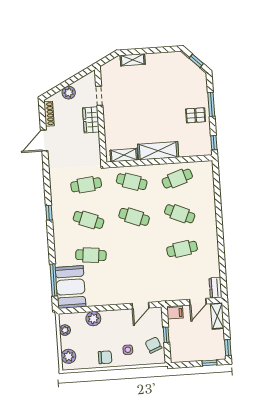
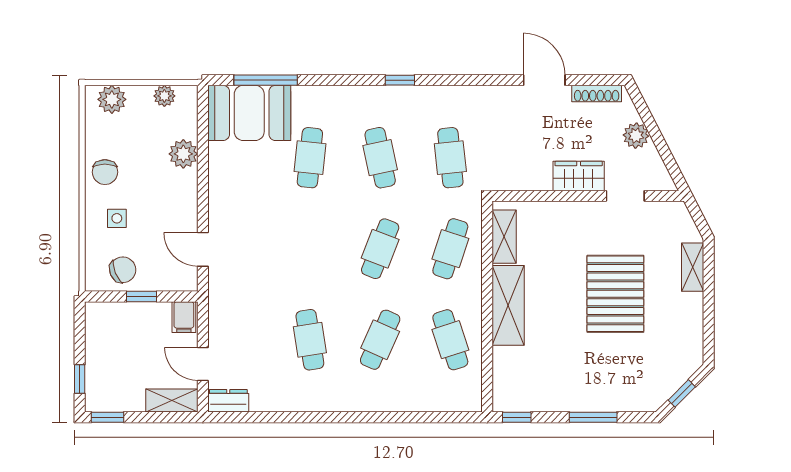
pallet: (196, 115) -> (615, 294), moved, width x2.05, depth x2.00
cafe table: (89, 220) -> (380, 158), turned -33

